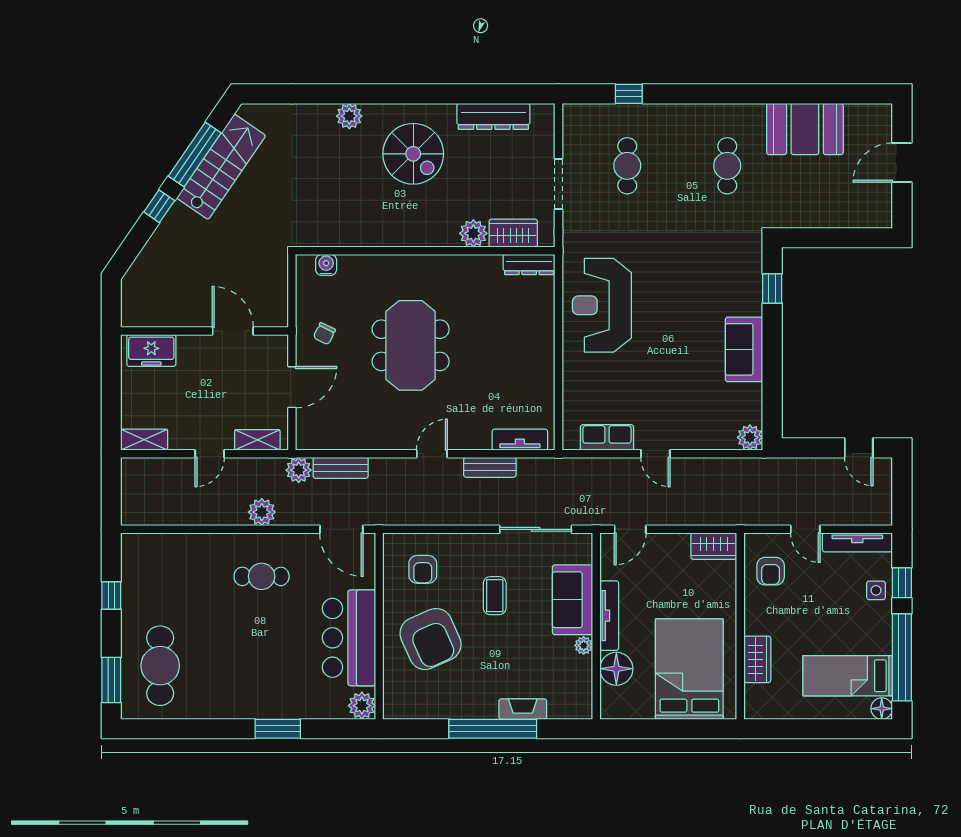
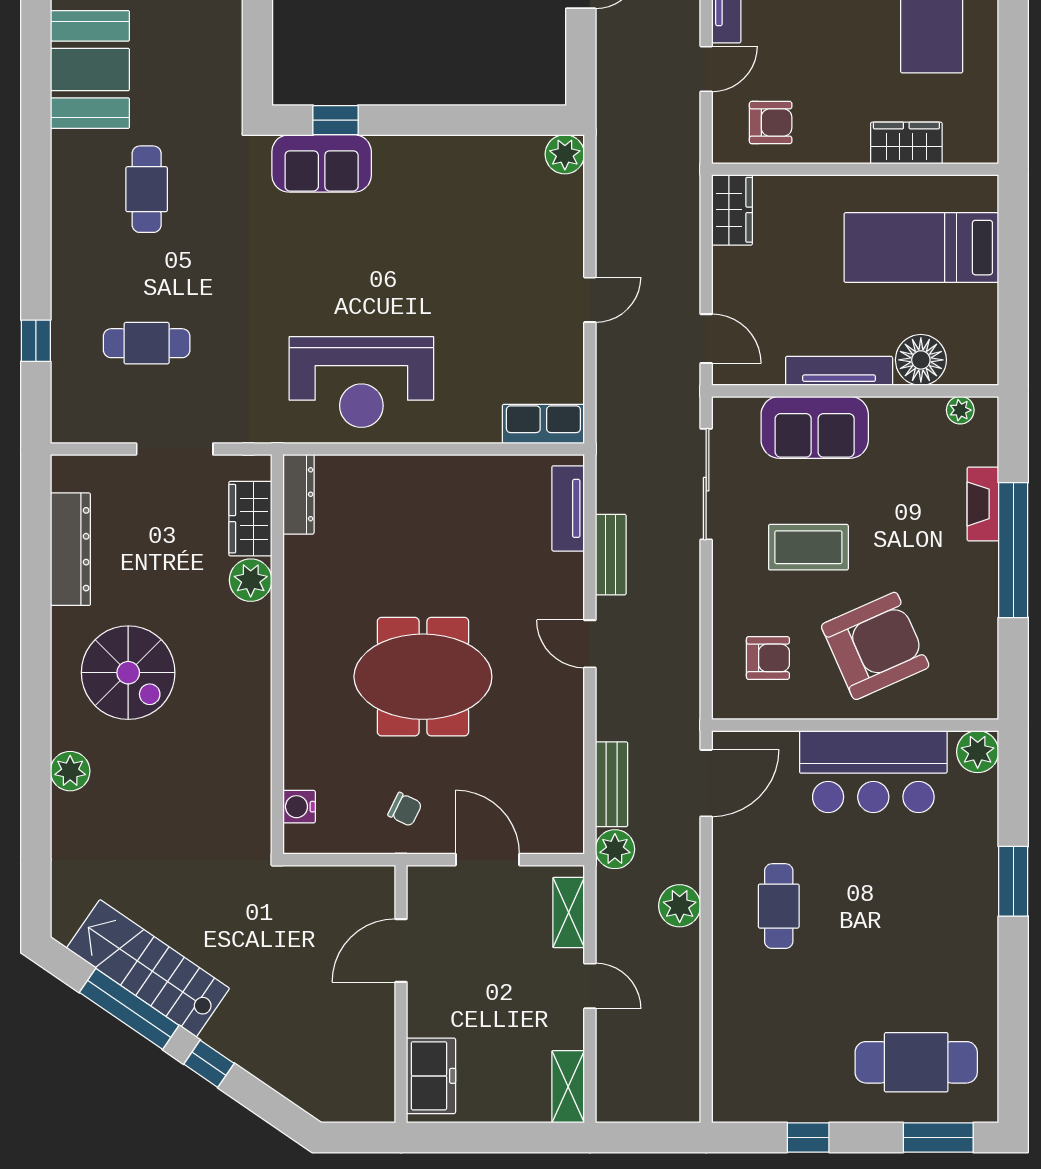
spiral stairs: (413, 154) -> (128, 673), turned 90
cafe table: (727, 166) -> (147, 189), turned 90
sofa: (744, 349) -> (322, 163), moved
row of seats: (607, 437) -> (543, 424), moved, turned 90
coffee table: (495, 596) -> (808, 547), width x1.36, depth x1.30
plant: (584, 645) -> (960, 410), moved
bed: (689, 669) -> (921, 248), width x0.67

